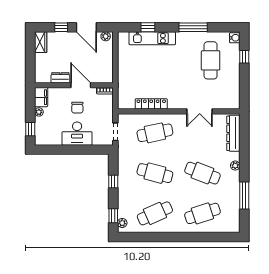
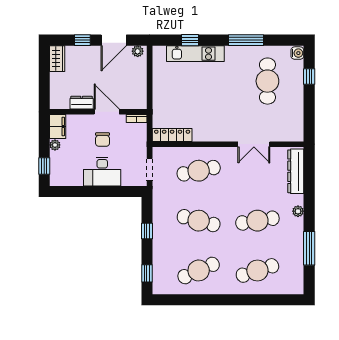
door: (86, 27) -> (114, 40), hinge flipped
locker: (151, 104) -> (172, 135), moved
cafe table: (202, 173) -> (257, 221), turned -30
plant: (122, 223) -> (158, 282), removed

